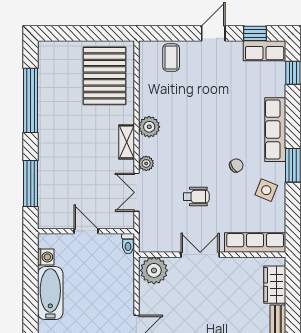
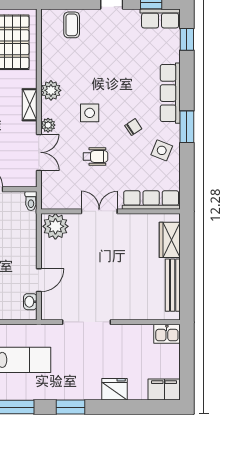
side table: (190, 150) -> (90, 113), added
double door: (136, 192) -> (39, 152), swing flipped

